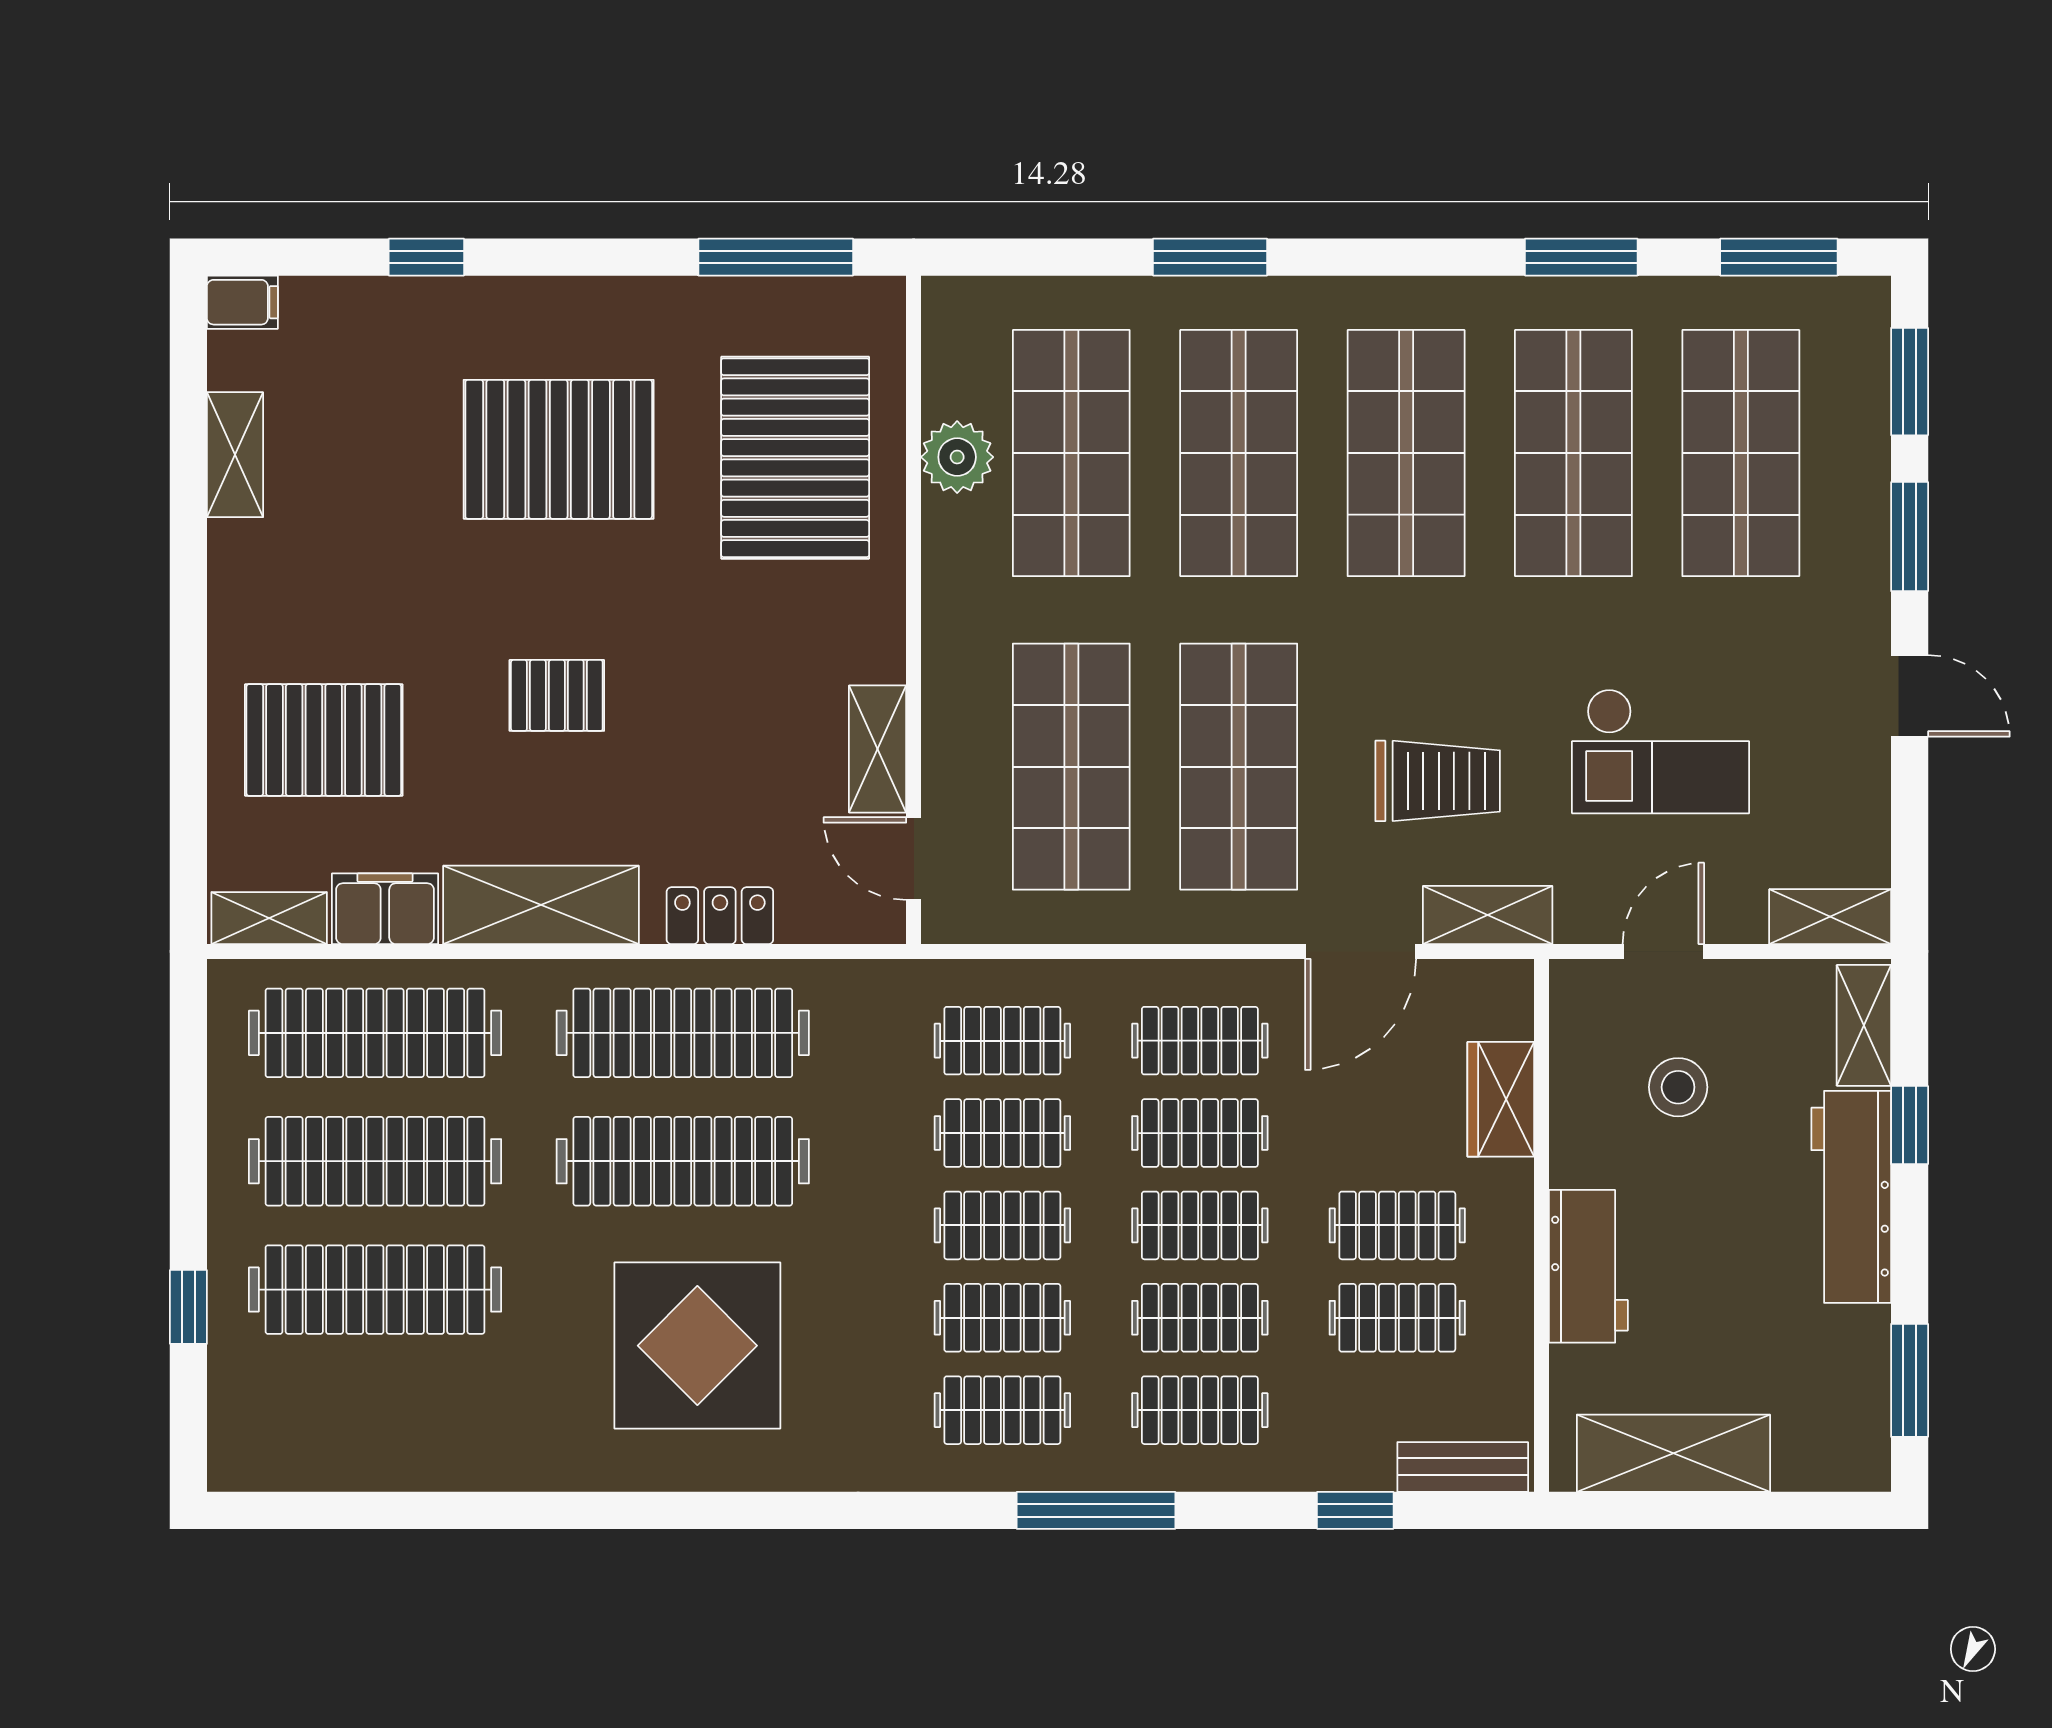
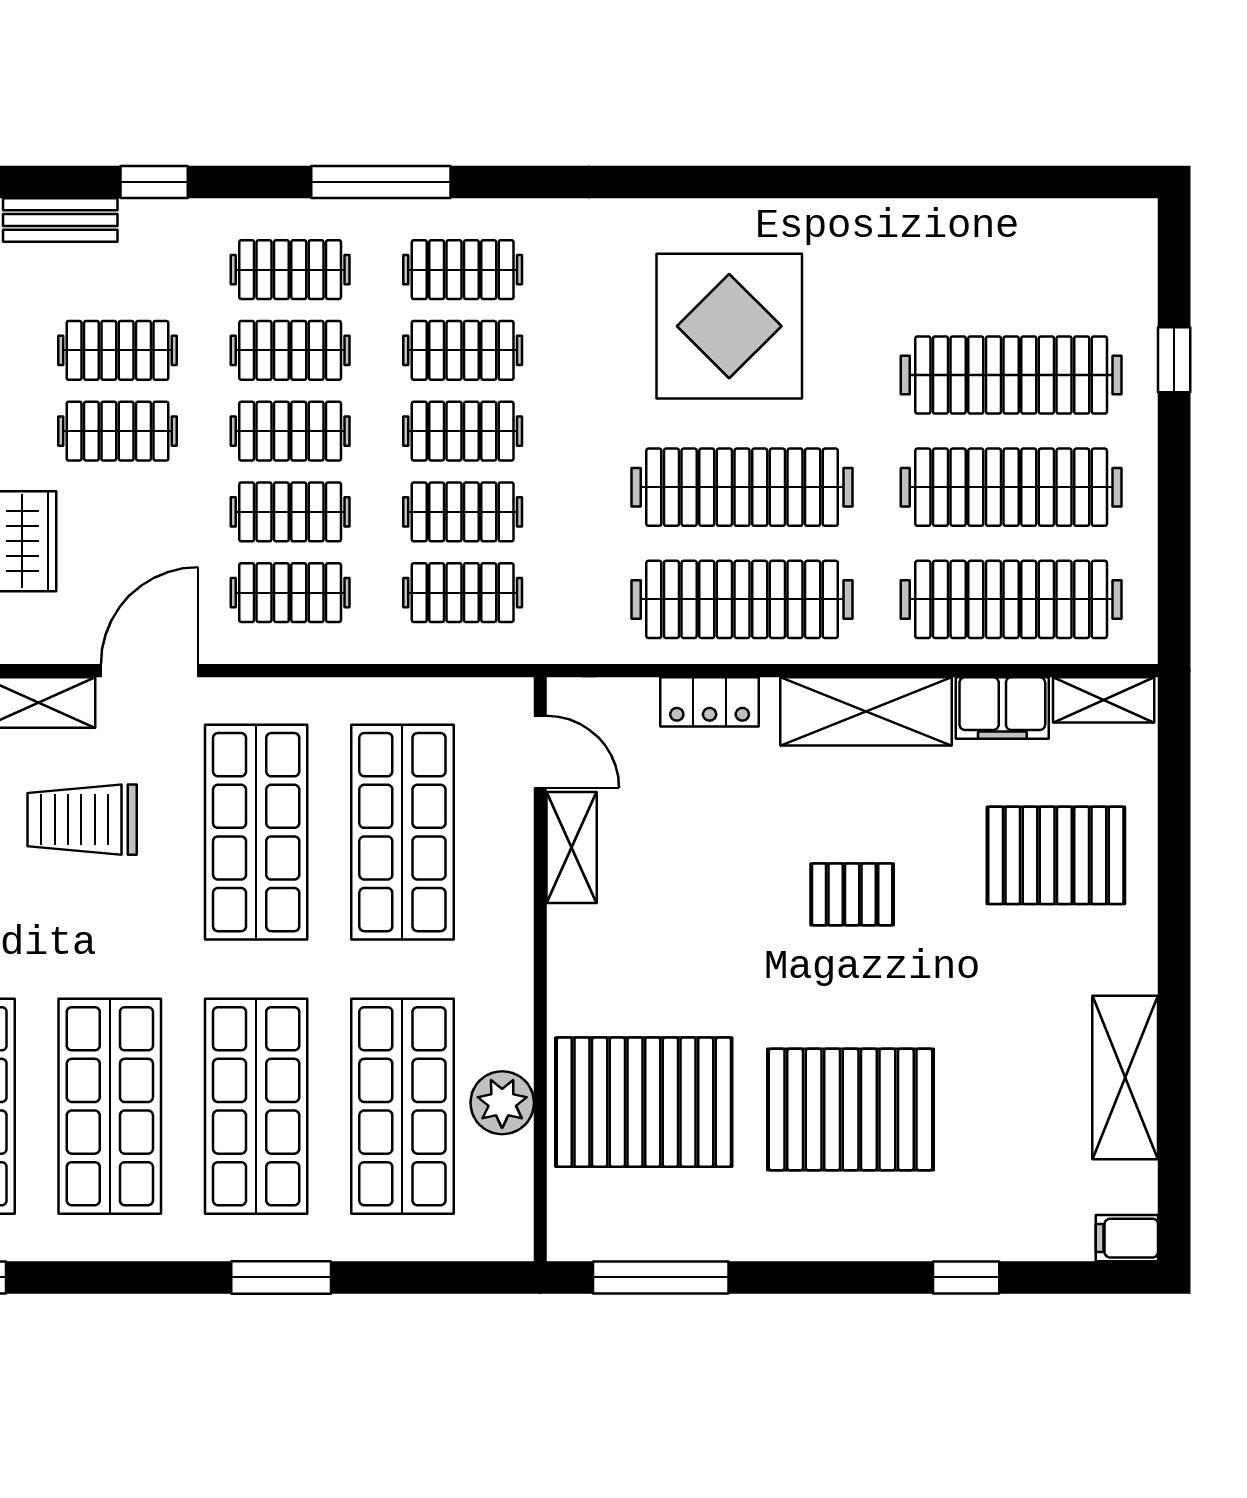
shelving: (235, 455) -> (1125, 1078), width x1.50, depth x1.33
pallet: (795, 458) -> (644, 1102), turned 90

